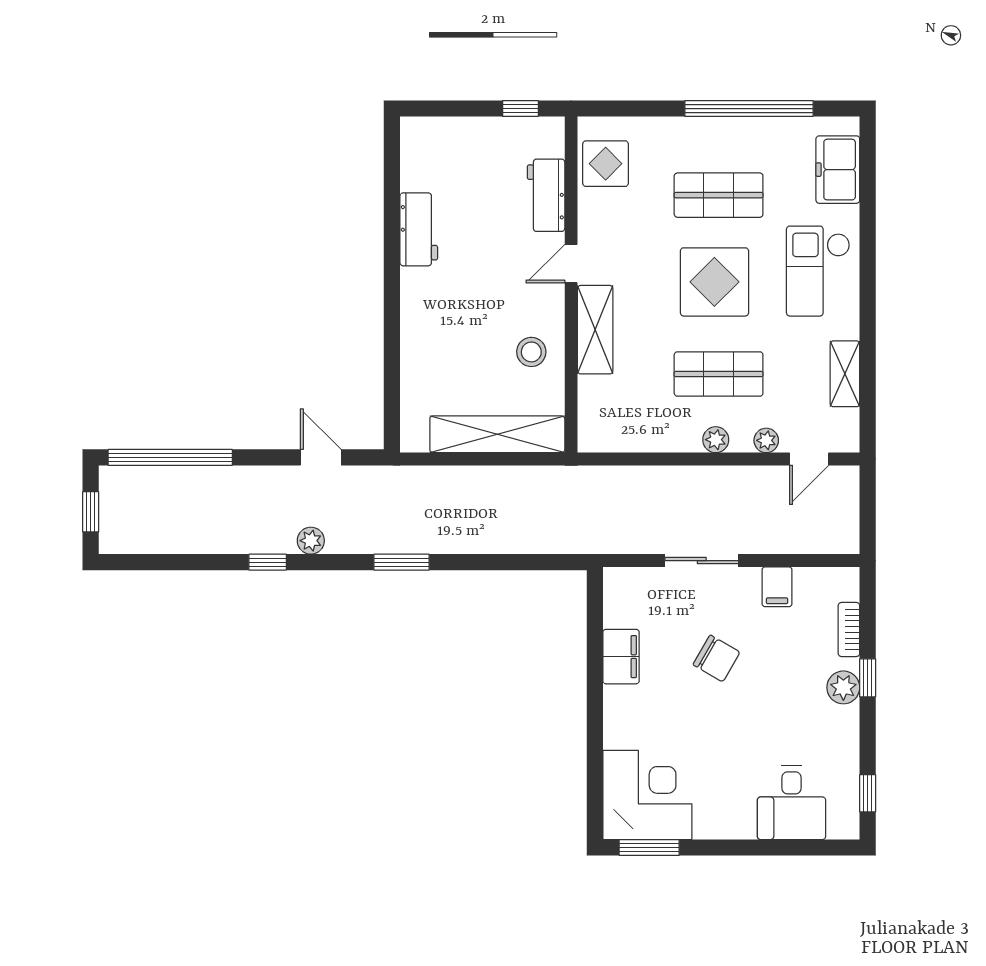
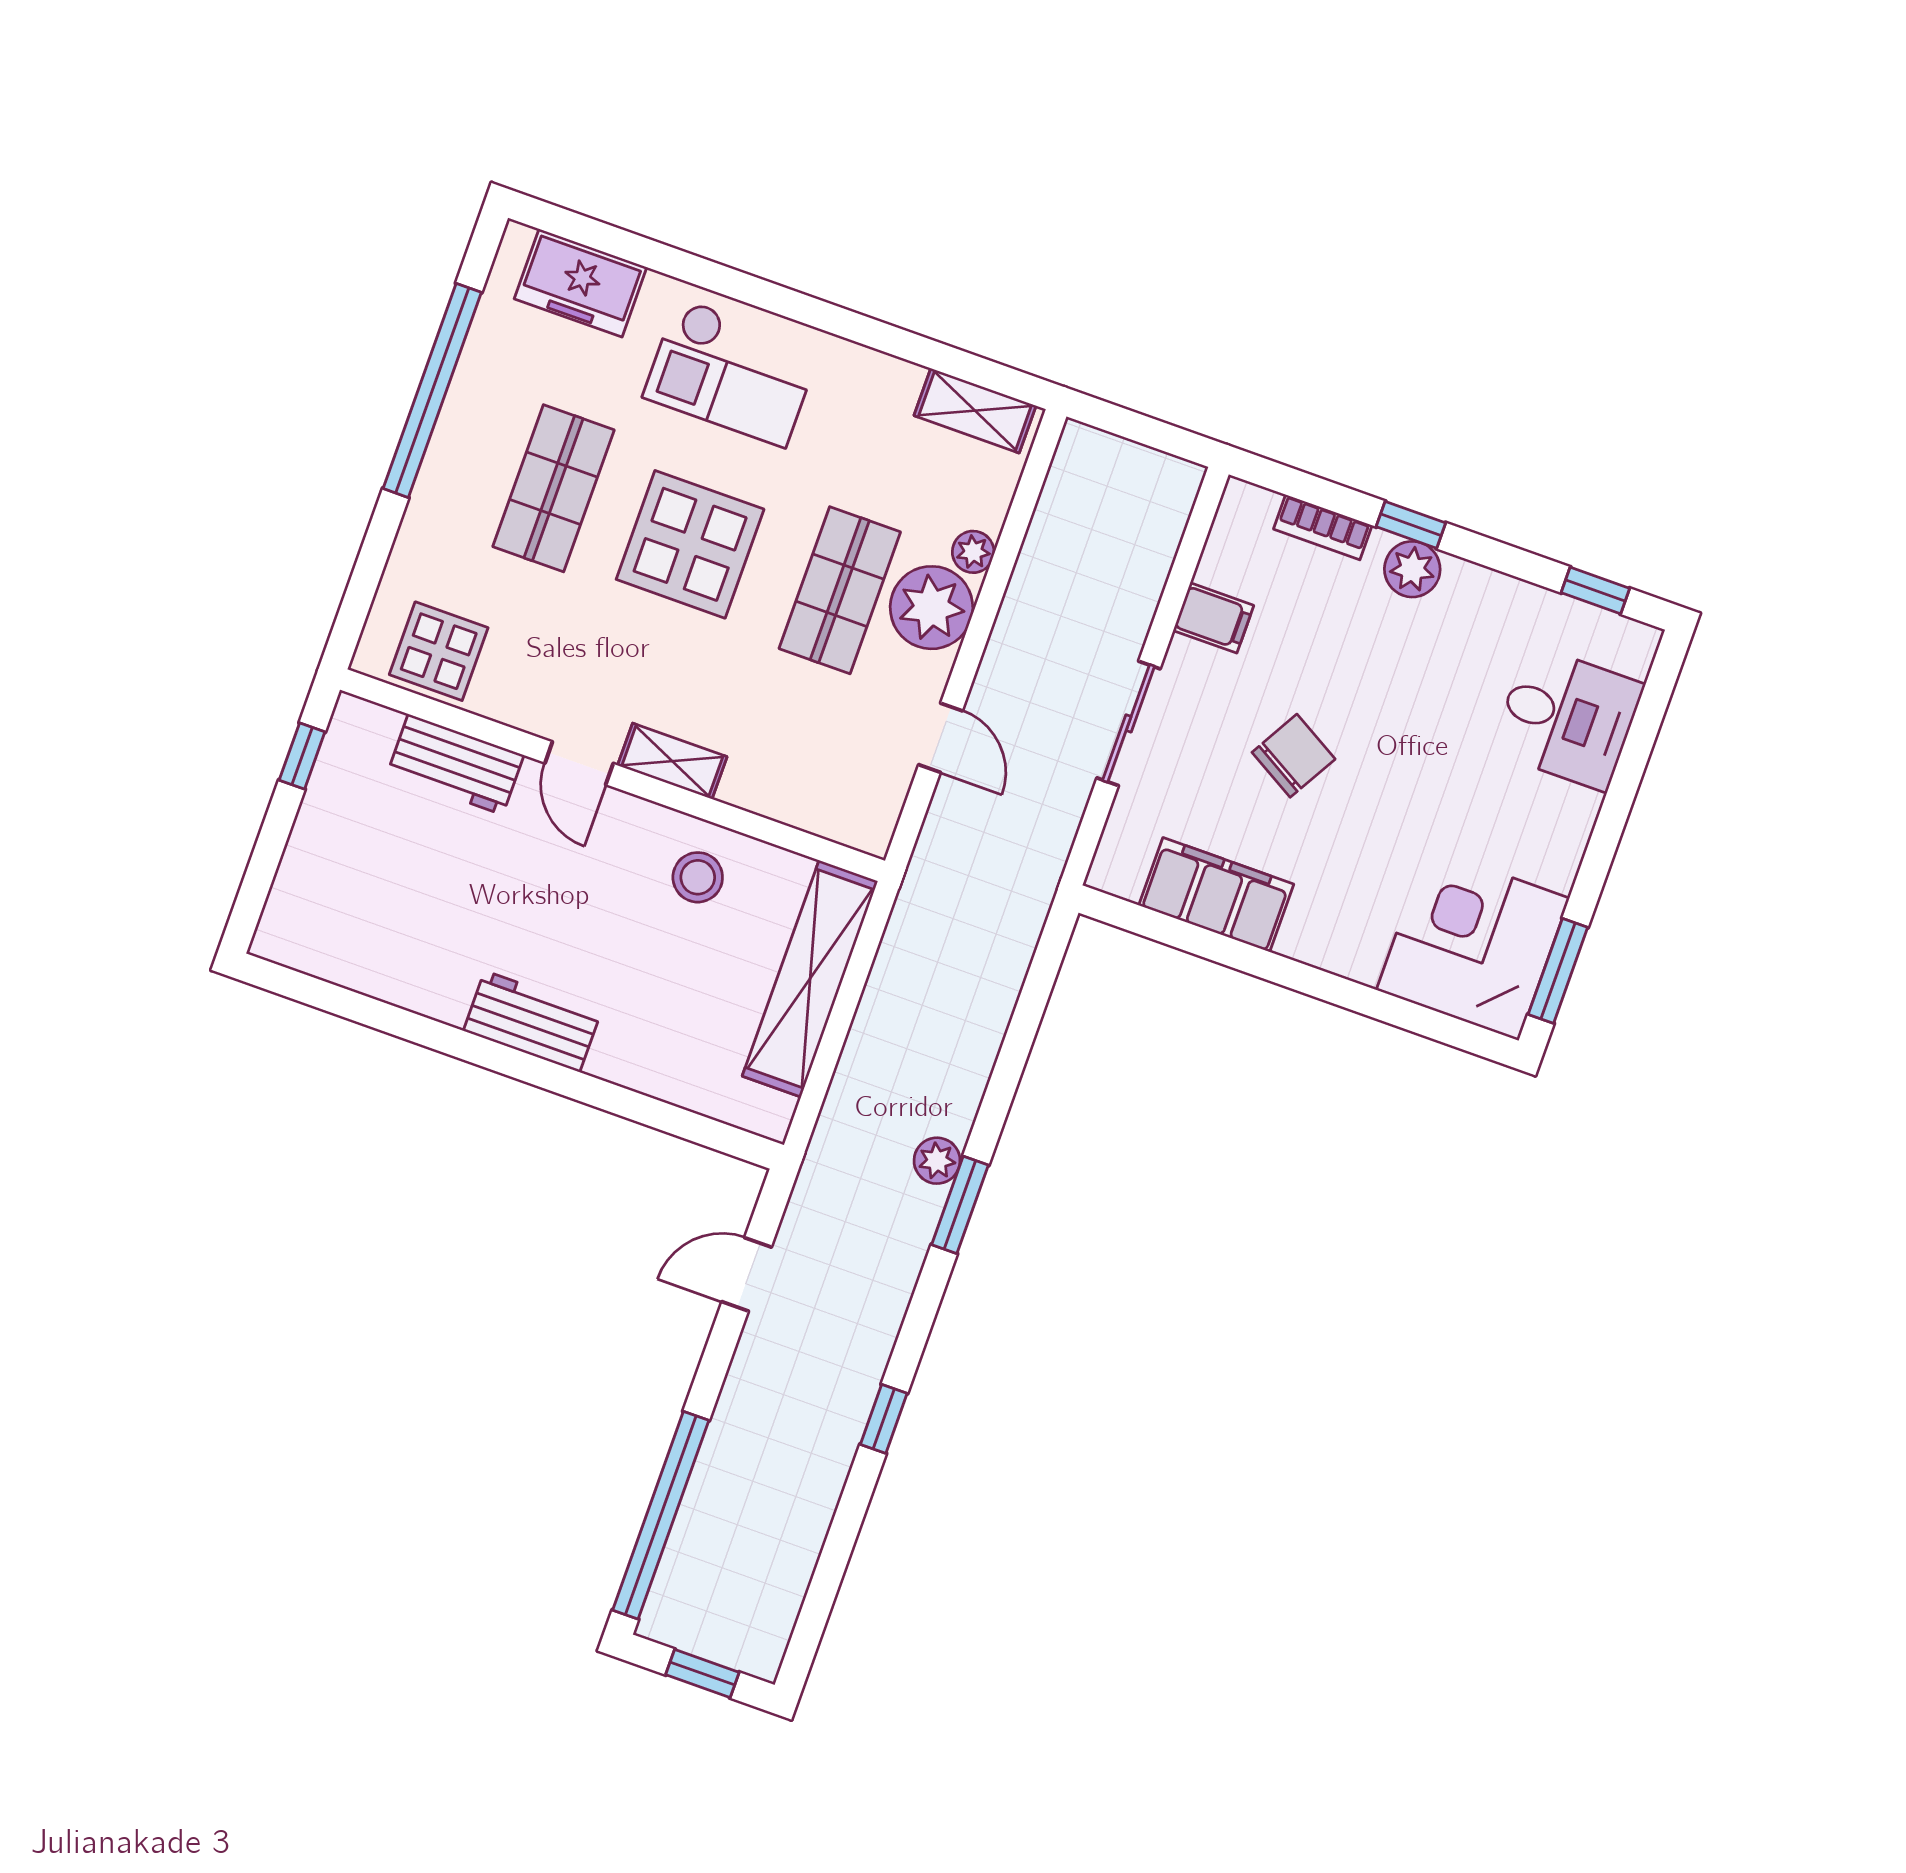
workbench: (419, 229) -> (532, 1021), moved
shelving: (595, 330) -> (672, 761), width x0.67, depth x0.75
shelving: (845, 374) -> (975, 411), moved
plant: (716, 440) -> (932, 608), width x1.88, depth x1.88
door: (809, 459) -> (940, 738), moved
plant: (311, 541) -> (937, 1161), moved
filing cabinet: (621, 657) -> (1216, 895), width x1.50, depth x1.17

